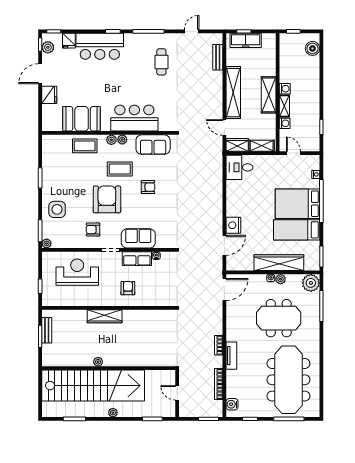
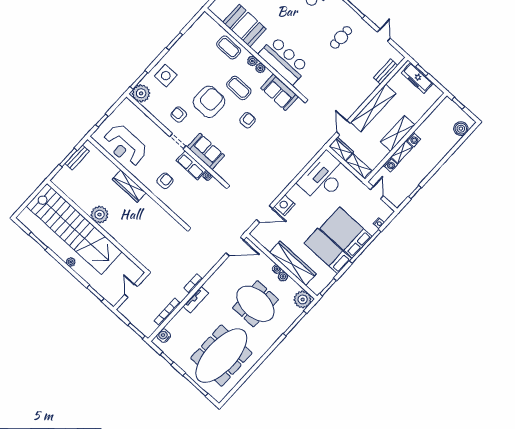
door: (192, 31) -> (384, 35), hinge flipped
desk: (239, 167) -> (323, 178), width x1.87, depth x1.30
armchair: (148, 187) -> (247, 120), turned -90
plant: (47, 243) -> (141, 93), width x1.88, depth x1.88
reception desk: (77, 272) -> (125, 145), moved, turned 180
plant: (98, 362) -> (100, 215), width x1.87, depth x1.87

